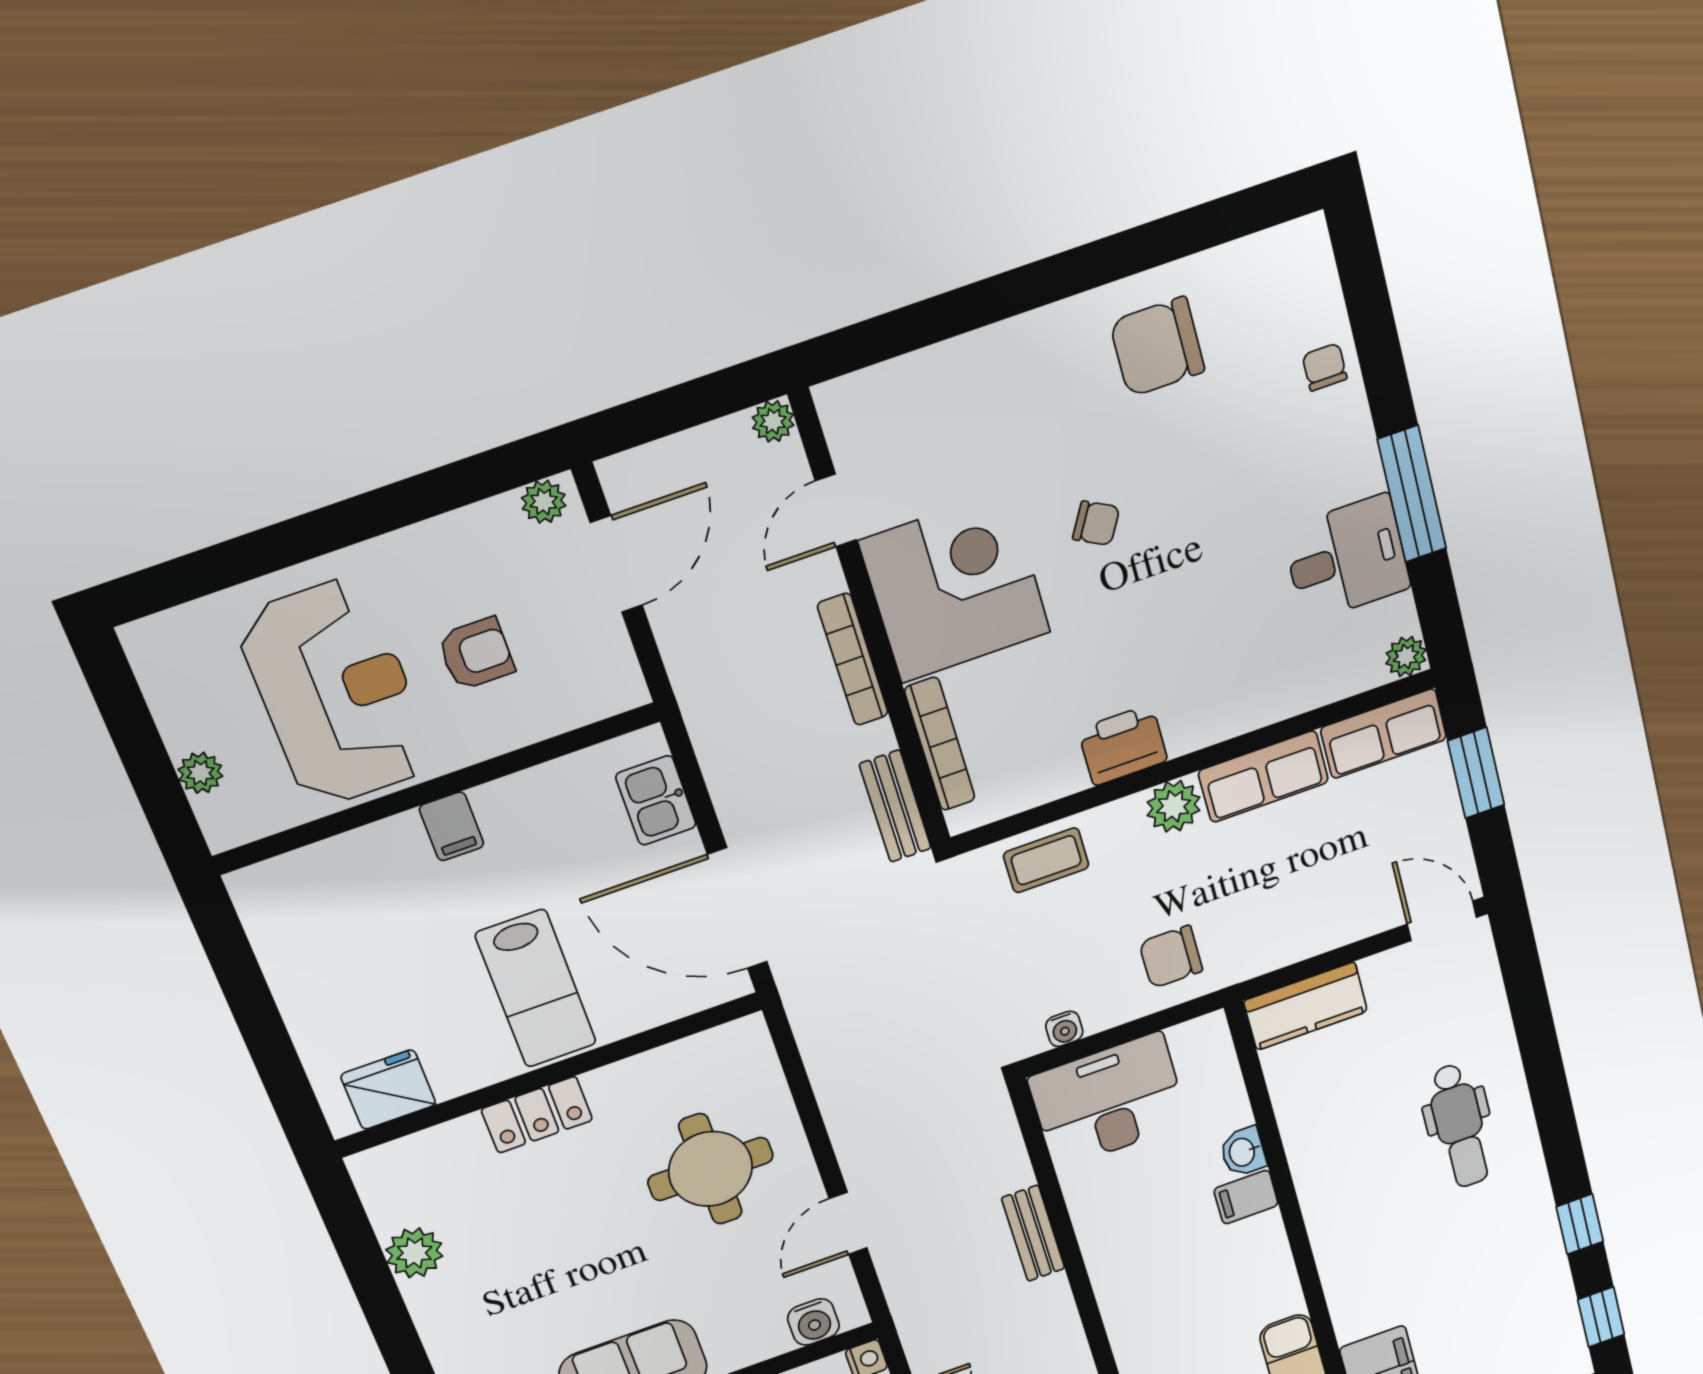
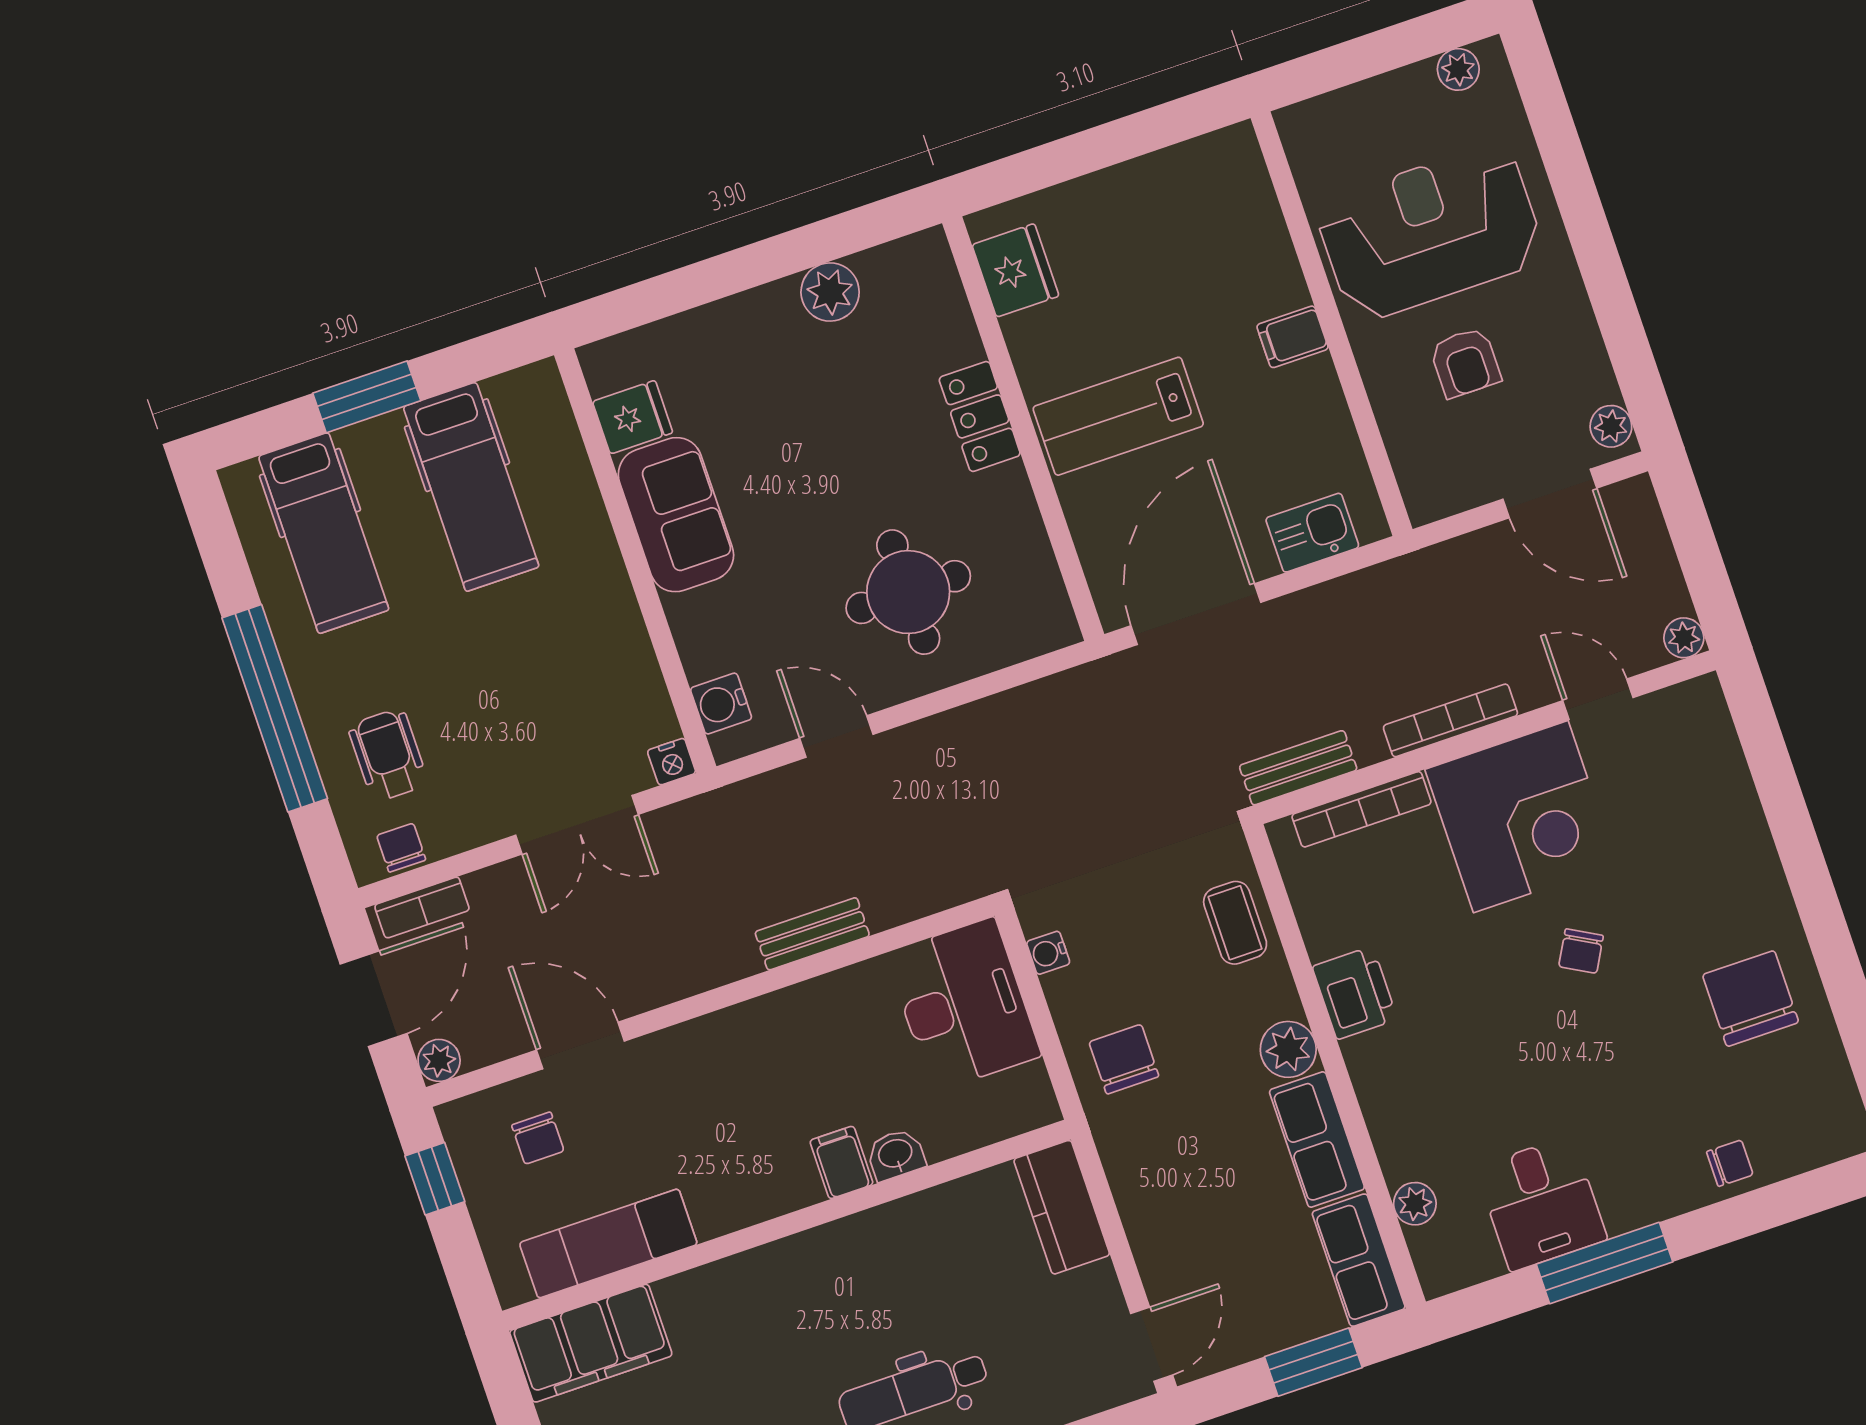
plant: (1406, 657) -> (1415, 1204), moved
reception desk: (336, 693) -> (1430, 232), turned 180
plant: (200, 773) -> (1458, 69), moved

